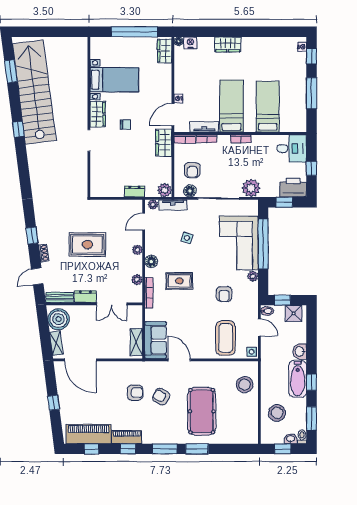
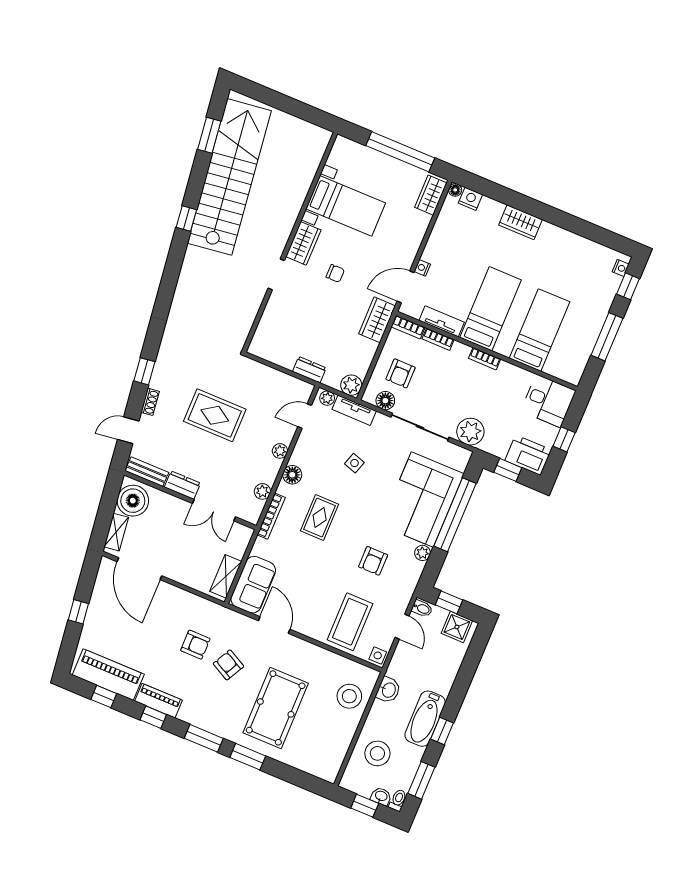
rug: (179, 281) -> (320, 517), turned 90
washbasin: (300, 351) -> (388, 690), moved, turned 180

